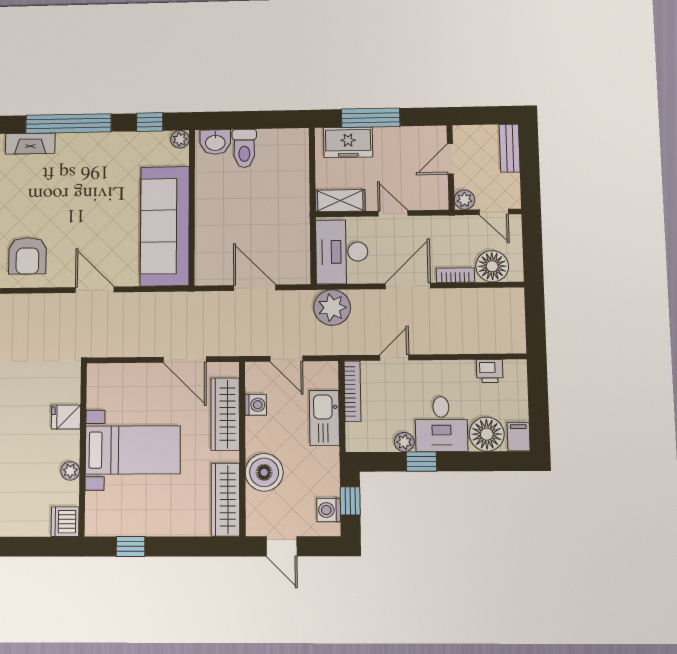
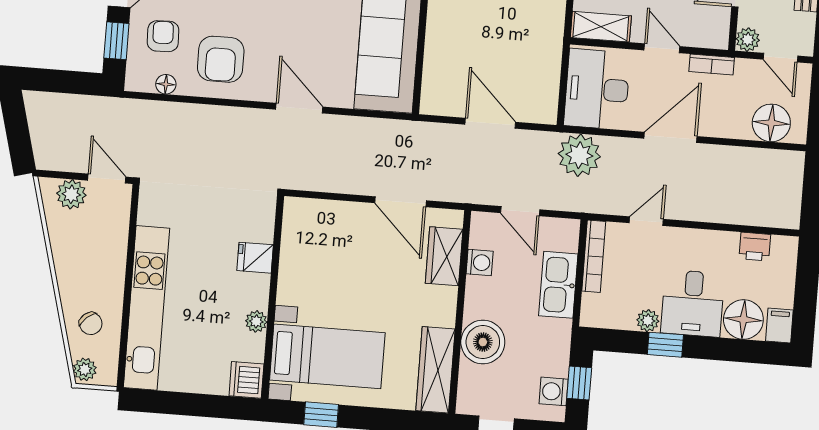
bookcase: (455, 275) -> (712, 64), moved, turned 180
wardrobe: (225, 414) -> (444, 256), width x0.67
bed with nightstands: (133, 450) -> (327, 356), moved

